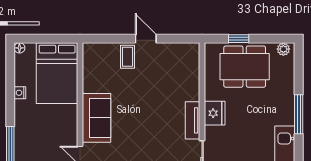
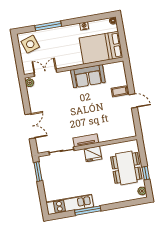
door: (146, 39) -> (133, 101), hinge flipped
window: (239, 39) -> (146, 173), moved
window: (299, 114) -> (88, 211), moved
sofa: (97, 118) -> (88, 76), moved

